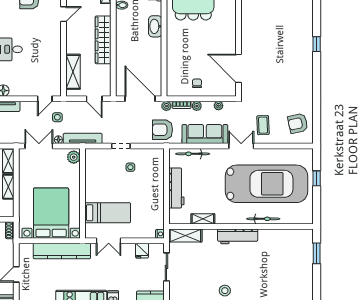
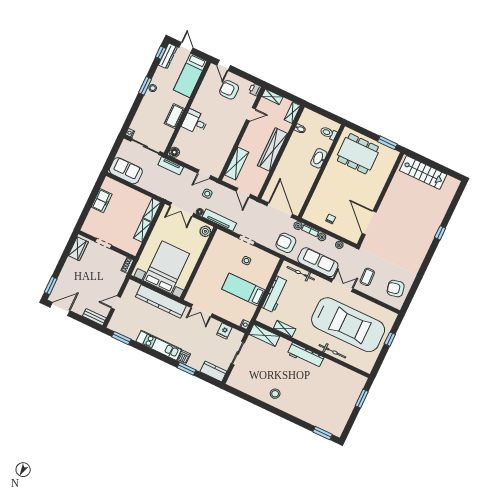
double door: (39, 146) -> (182, 210), swing flipped
bed: (108, 213) -> (243, 290), moved, turned 180

